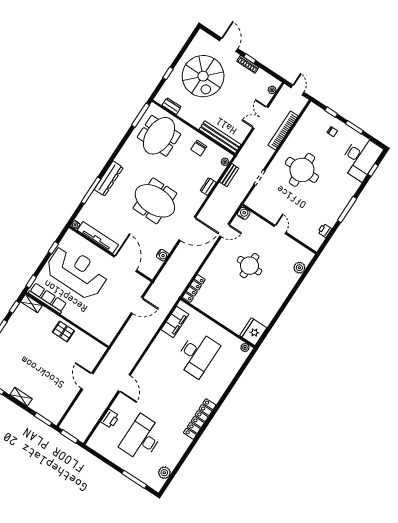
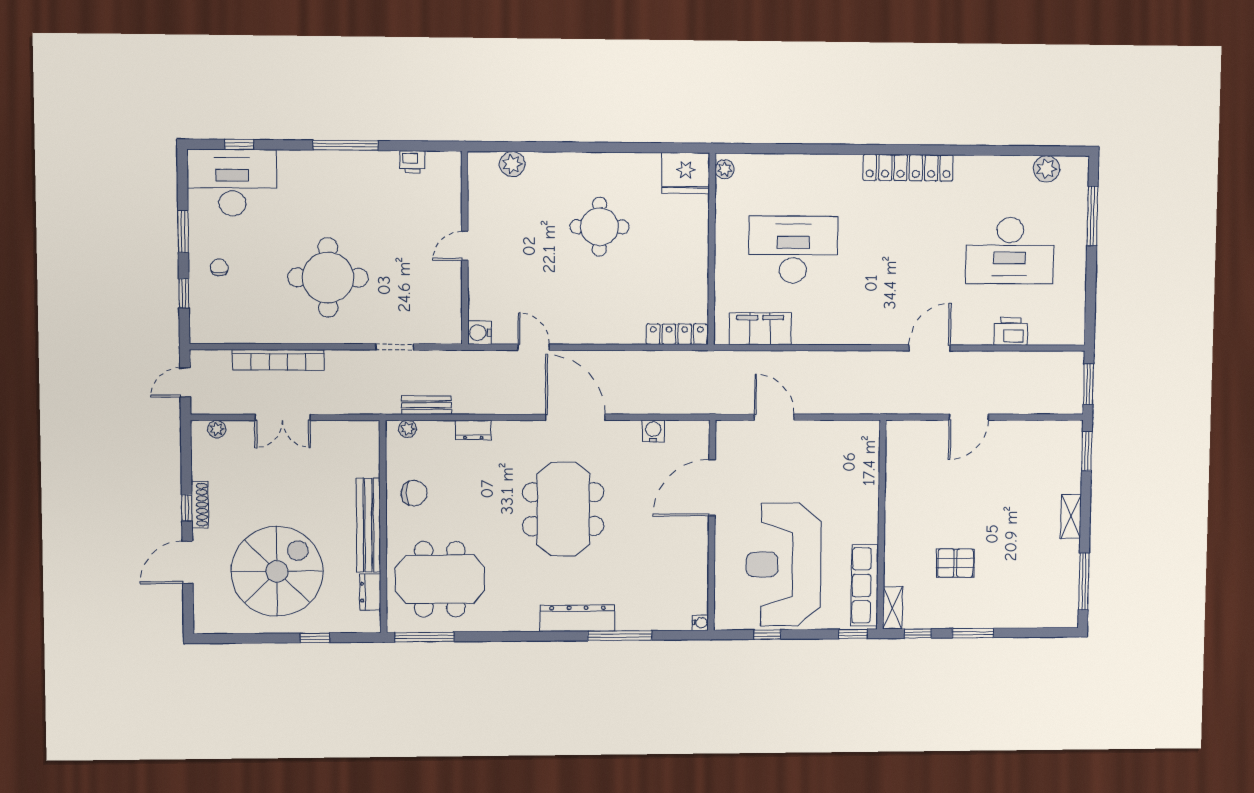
bench: (220, 137) -> (368, 525), moved
tv unit: (98, 237) -> (697, 568), removed
round table: (249, 266) -> (599, 227), moved
pallet: (63, 332) -> (955, 563), moved, turned 90

